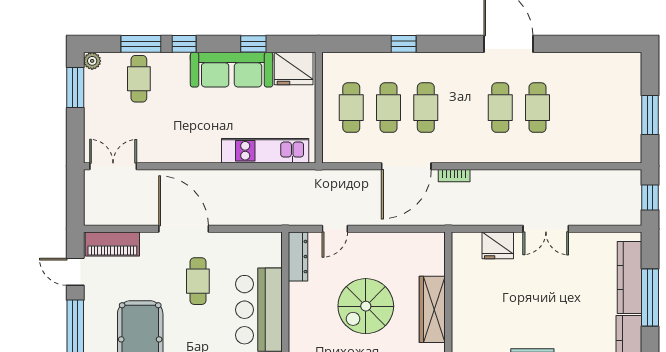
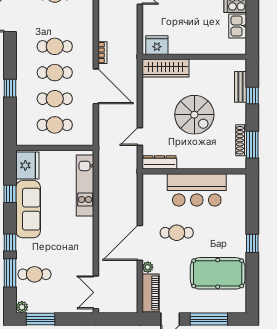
cafe table: (500, 108) -> (55, 46), moved
door: (335, 229) -> (140, 137), swing flipped
plant: (149, 240) -> (148, 267), added
fridge: (498, 245) -> (157, 45), moved, turned -90
wardrobe: (432, 309) -> (166, 68), moved

